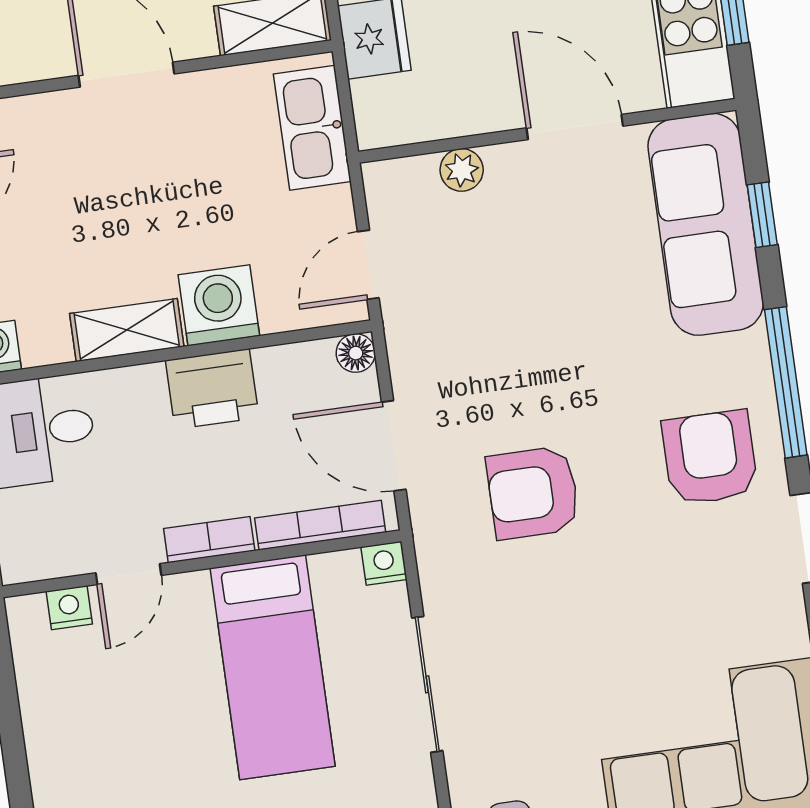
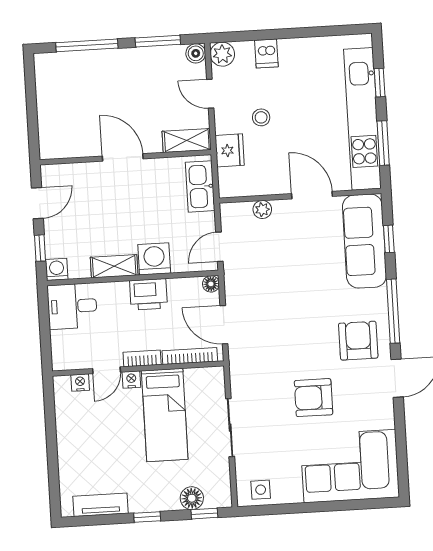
armchair: (533, 493) -> (314, 398), moved
nightstand: (384, 563) -> (131, 380), moved

